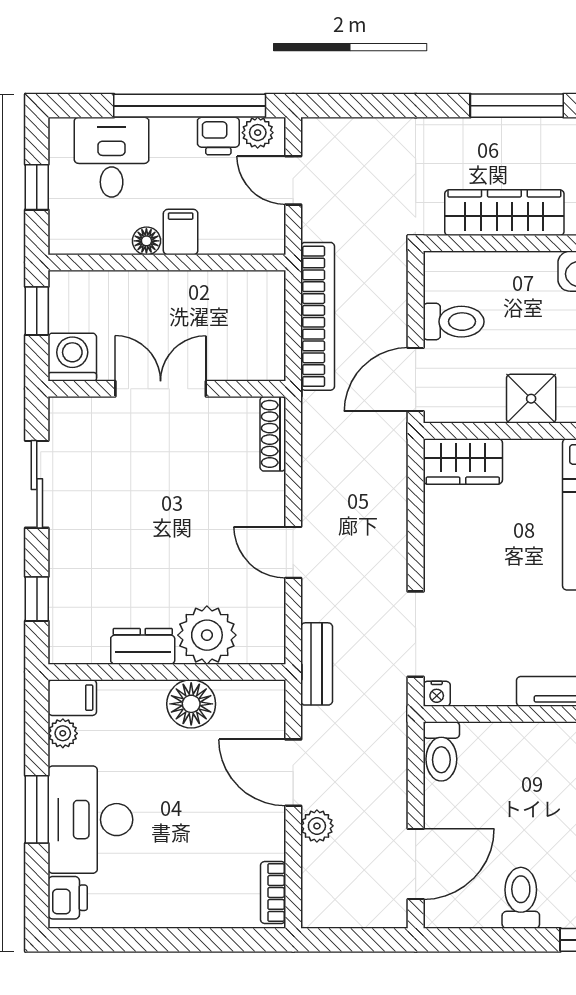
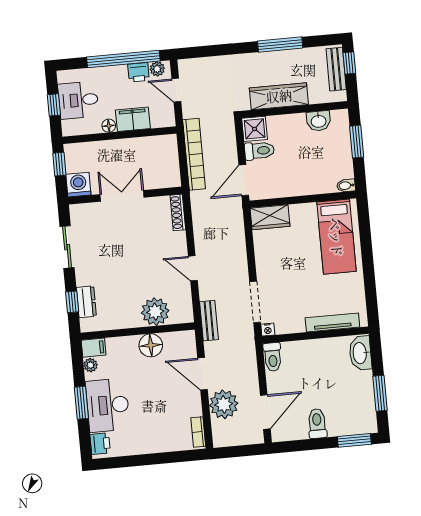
desk: (112, 157) -> (78, 100), moved, turned -90
filing cabinet: (181, 232) -> (133, 119), width x2.00
shower: (531, 399) -> (255, 129), moved
dresser: (143, 646) -> (86, 302), moved, turned 90
plant: (317, 826) -> (224, 404), width x1.88, depth x1.88

